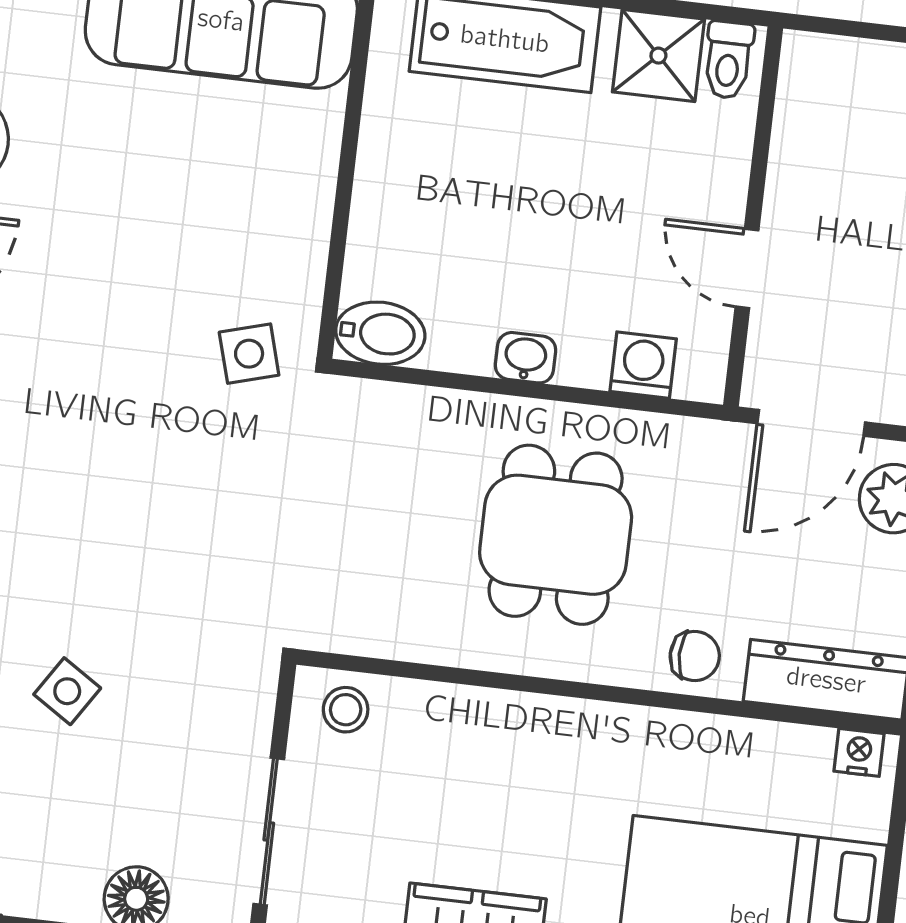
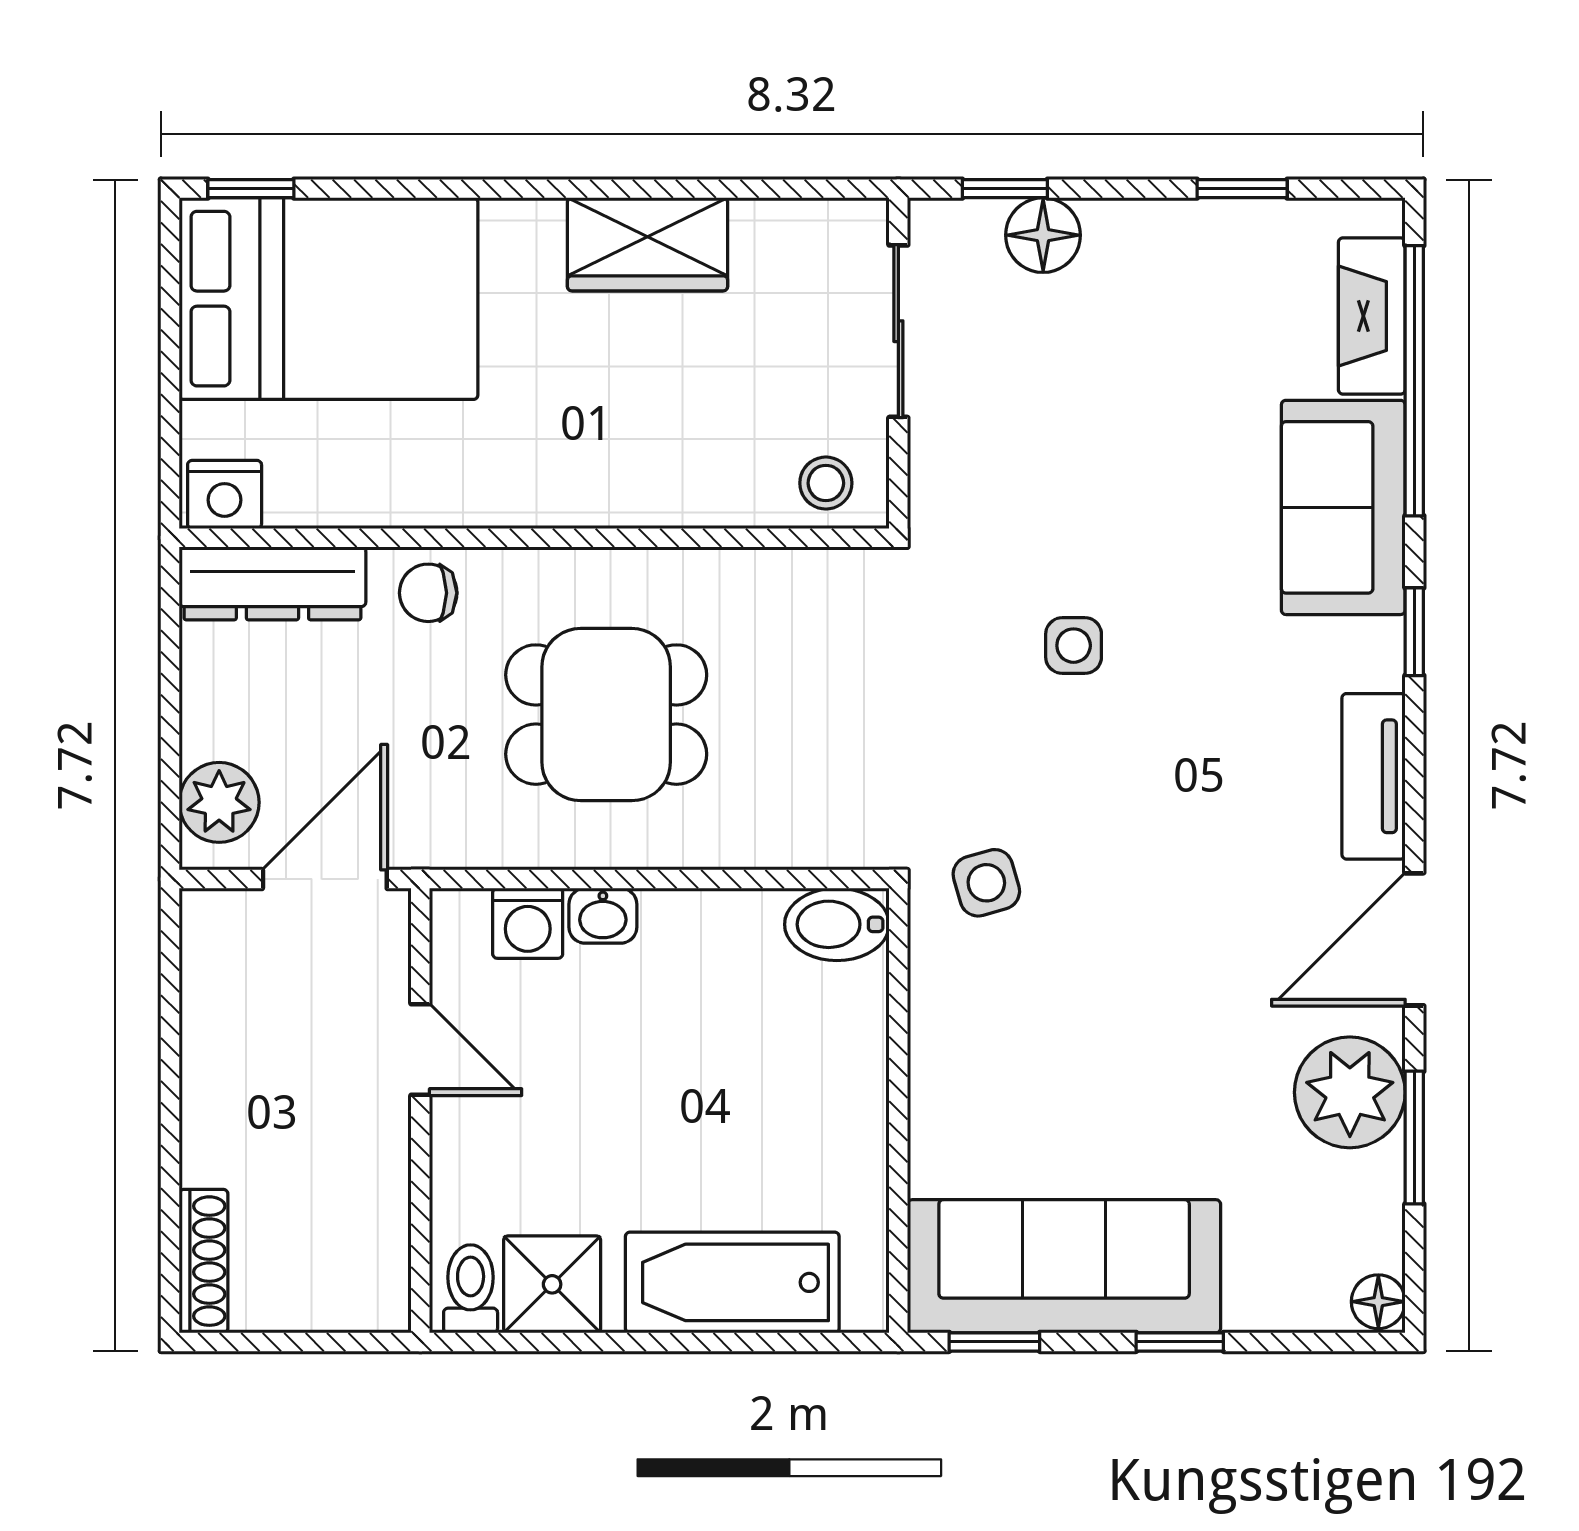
washbasin: (526, 358) -> (603, 916), moved
dining table: (556, 535) -> (606, 715), turned 90
side table: (67, 691) -> (1074, 646), moved, turned -33
nightstand: (859, 752) -> (225, 494), width x1.39, depth x1.35

